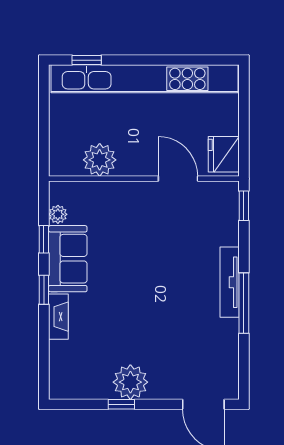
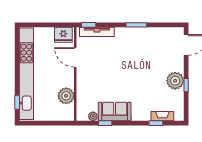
door: (178, 179) -> (75, 57), hinge flipped
tv unit: (230, 282) -> (97, 32), moved
window: (44, 290) -> (156, 123), moved
window: (244, 303) -> (136, 25), width x0.69
fireplace: (58, 317) -> (162, 116), moved

